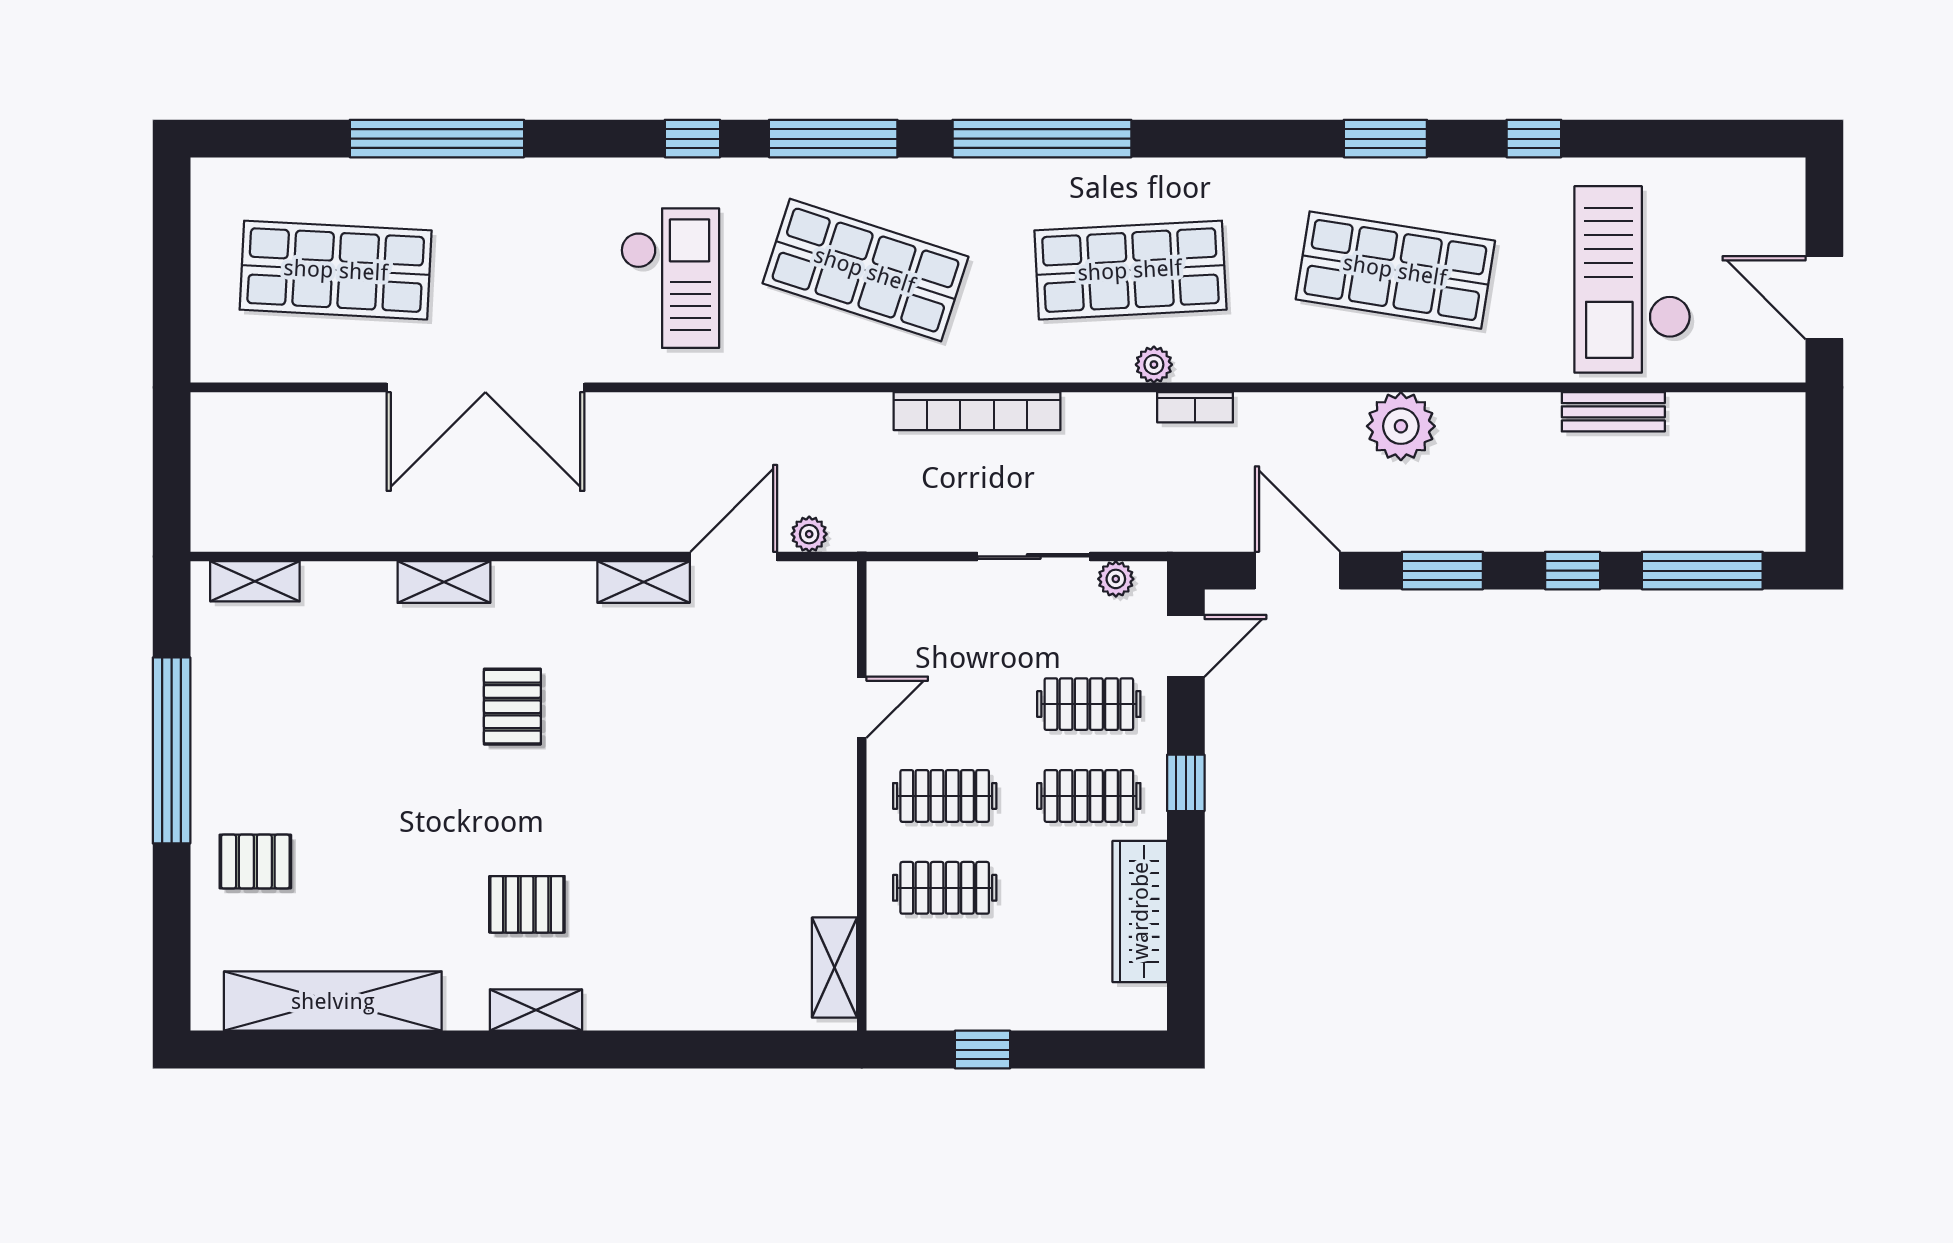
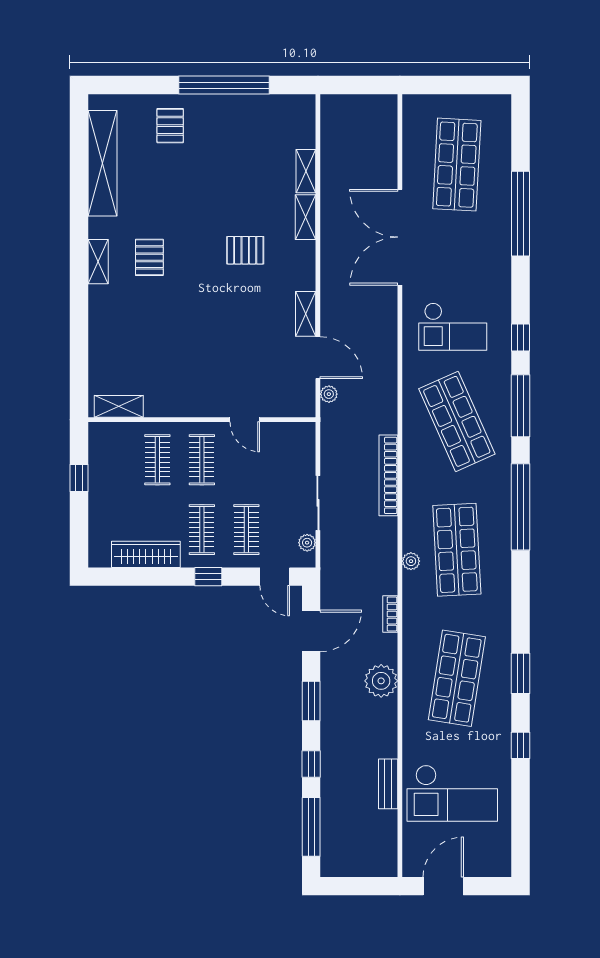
shop shelf: (865, 270) -> (457, 421), turned -42
checkout: (1633, 279) -> (452, 793), turned 180
bookcase: (1195, 407) -> (390, 614), moved
shelving: (255, 581) -> (306, 171), moved

